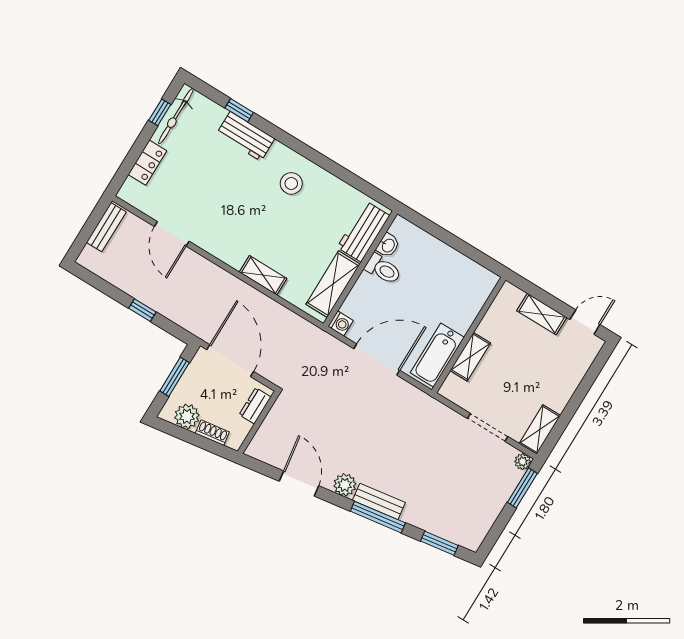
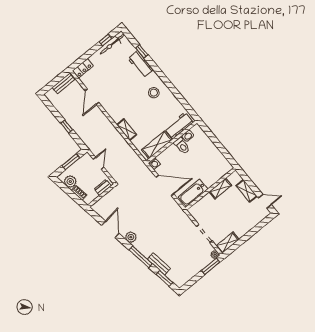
locker: (147, 163) -> (83, 68), moved
shelving: (470, 357) -> (220, 189), moved
door: (230, 361) -> (98, 163), width x0.53
bench: (379, 501) -> (159, 264), moved

